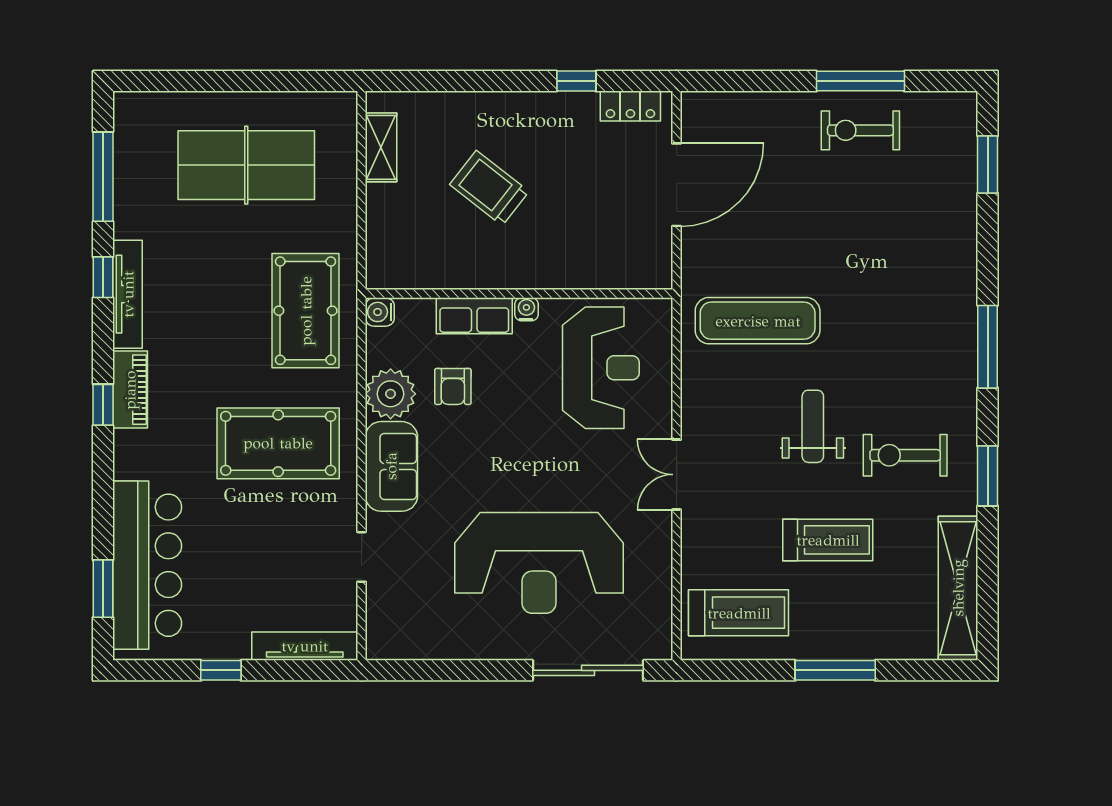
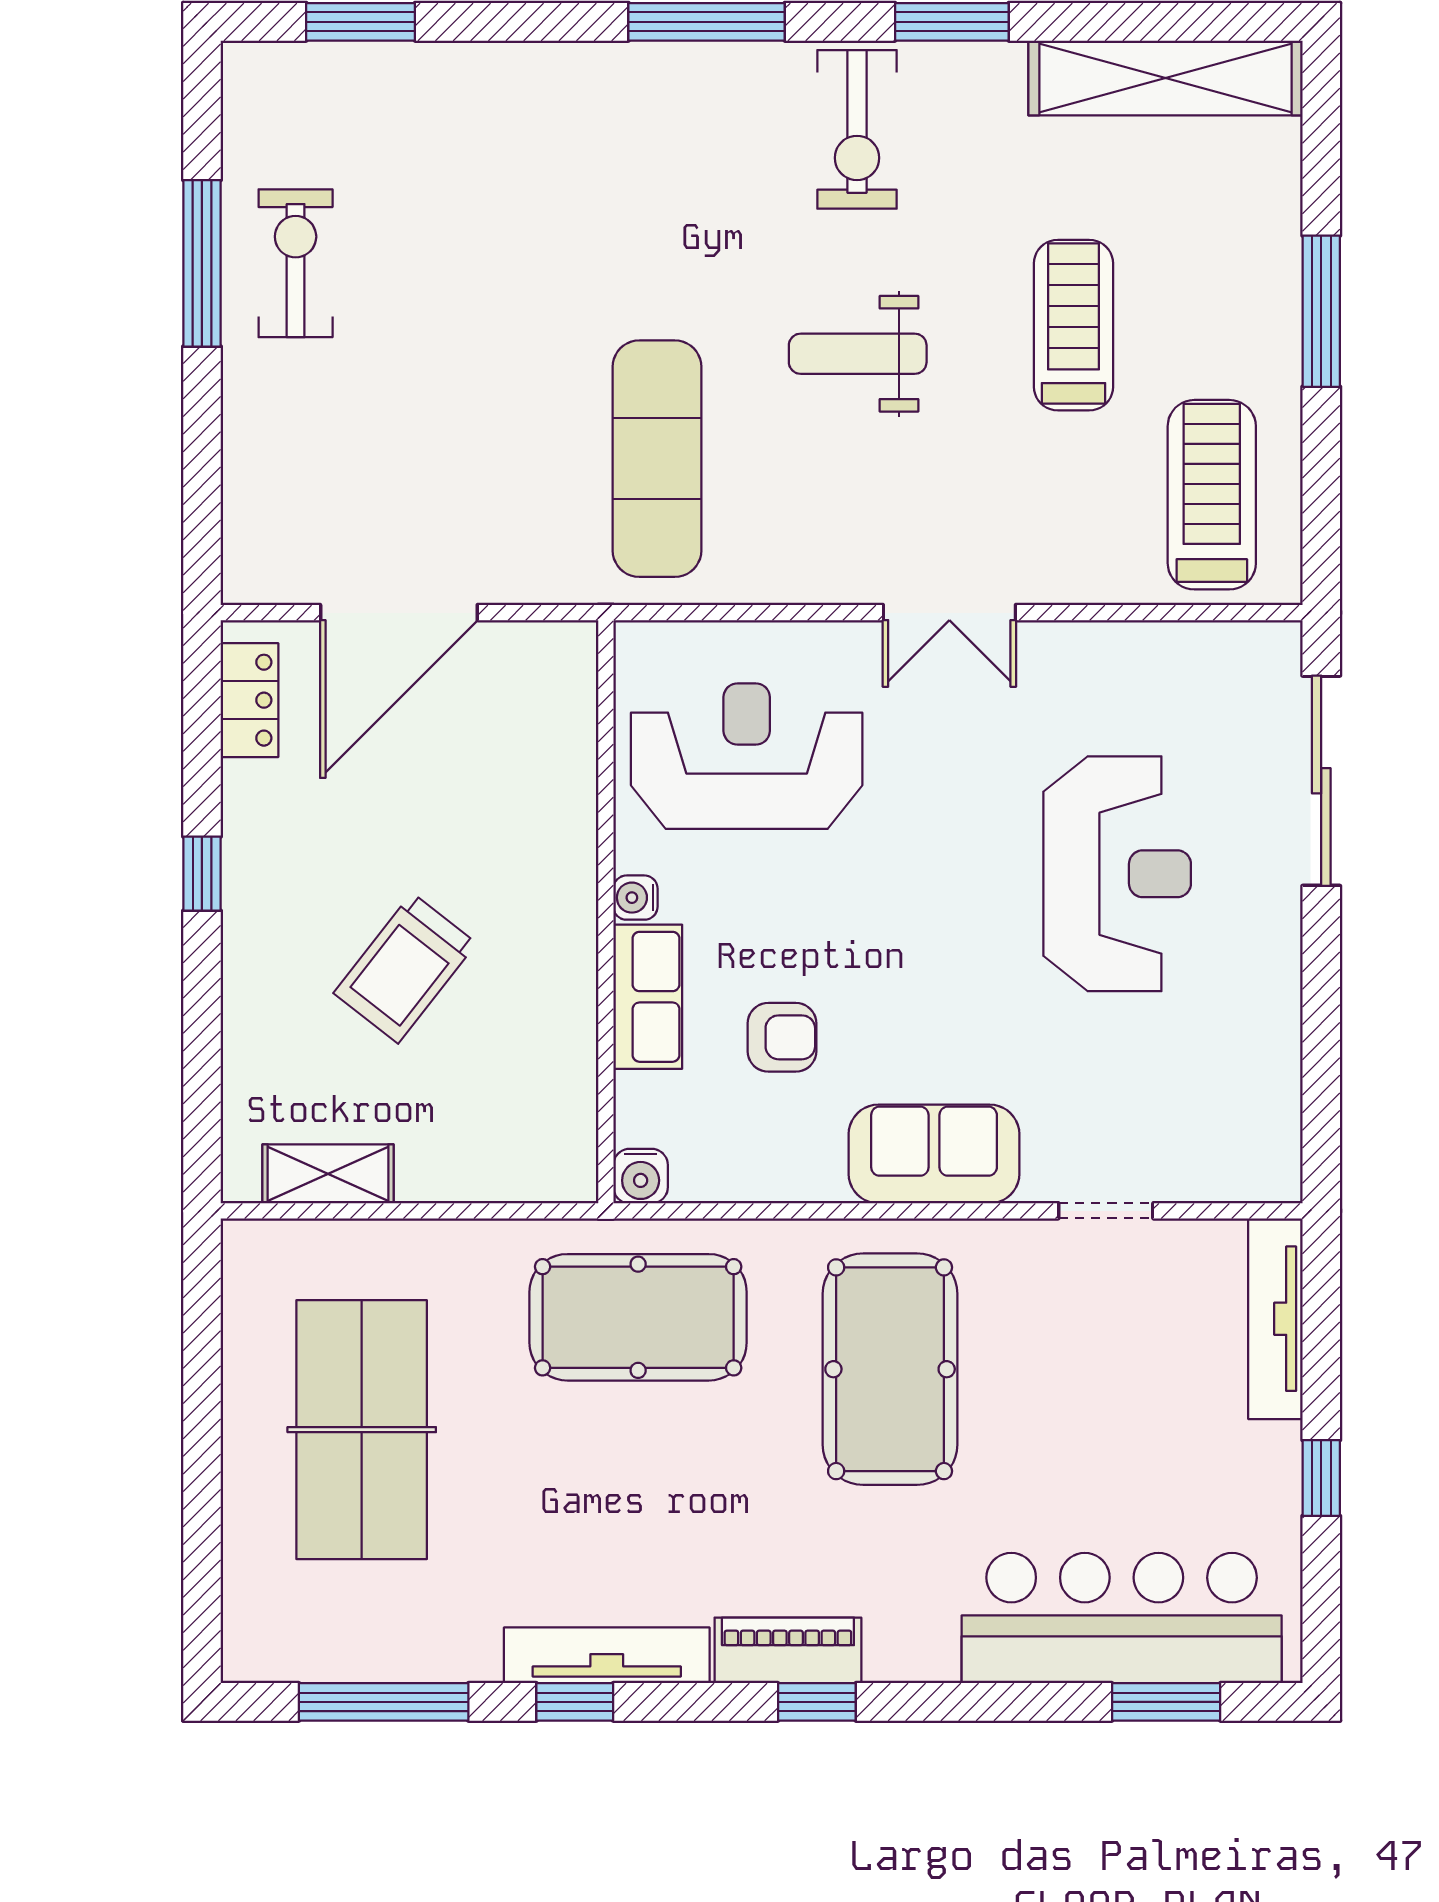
window: (576, 81) -> (202, 874), moved
exercise bike: (860, 130) -> (296, 263), turned 180
door: (677, 185) -> (399, 613), swing flipped
plant: (391, 394) -> (796, 1156), removed
exercise bike: (905, 455) -> (857, 129), moved
reception desk: (539, 563) -> (1117, 874), width x0.74, depth x0.77

